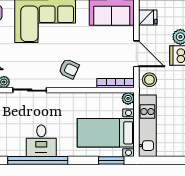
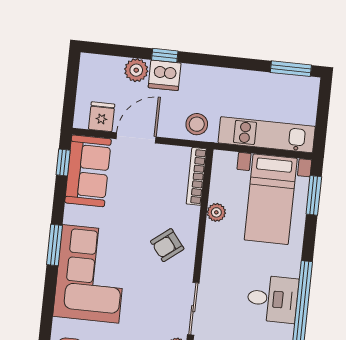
door: (136, 54) -> (136, 138), moved
armchair: (69, 69) -> (167, 245), turned -153
plant: (128, 98) -> (216, 212), moved

